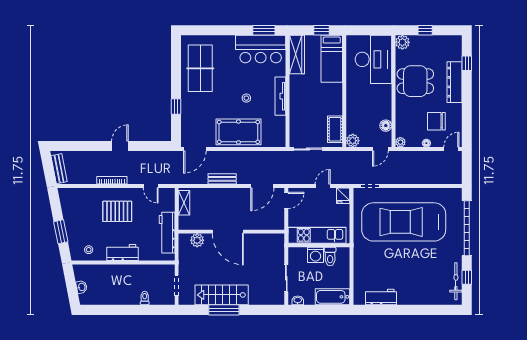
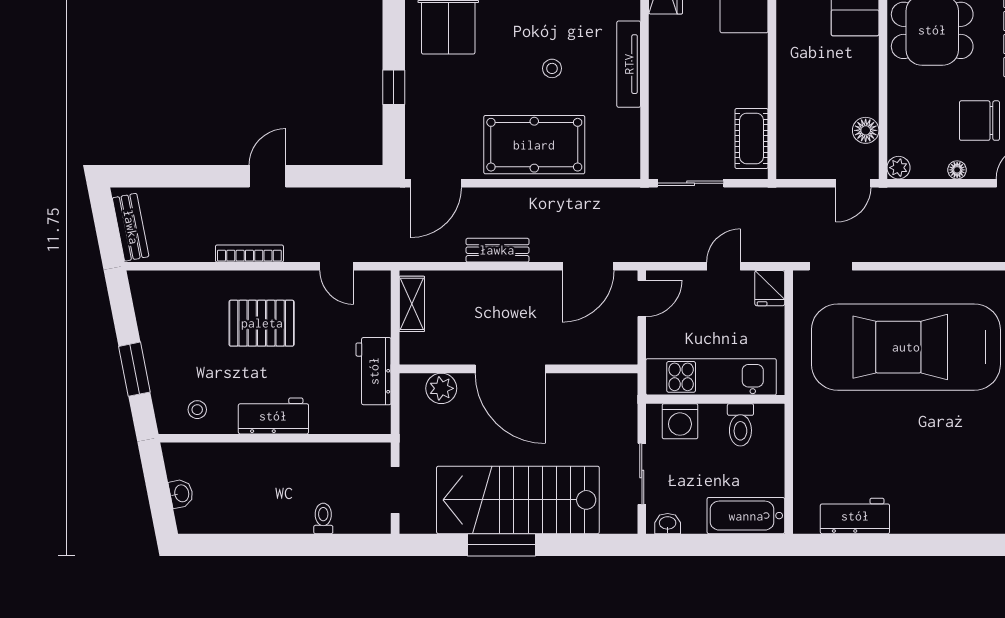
plant: (353, 141) -> (791, 164), removed
workbench: (167, 233) -> (374, 371), width x0.73
washing machine: (316, 255) -> (680, 421), moved
stairs: (222, 295) -> (518, 500), width x1.36, depth x1.51

